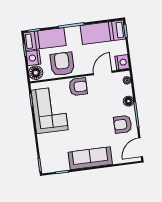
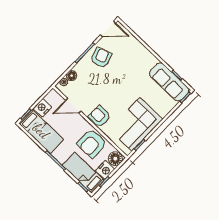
nightstand: (122, 62) -> (42, 108), moved
floor lamp: (128, 101) -> (72, 76), moved
armchair: (123, 124) -> (101, 58), turned -109
sofa: (90, 158) -> (169, 82), moved

